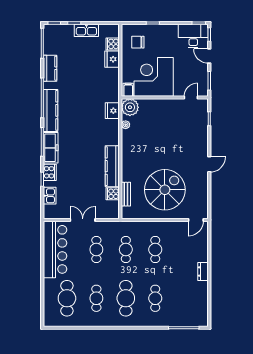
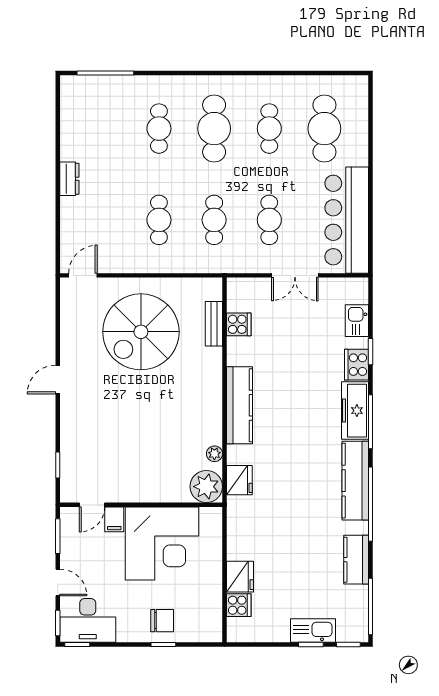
kitchen sink: (86, 30) -> (313, 631), moved
chair: (138, 42) -> (162, 621), moved
filing cabinet: (128, 90) -> (114, 519), moved
kitchen counter: (112, 166) -> (239, 405), moved

